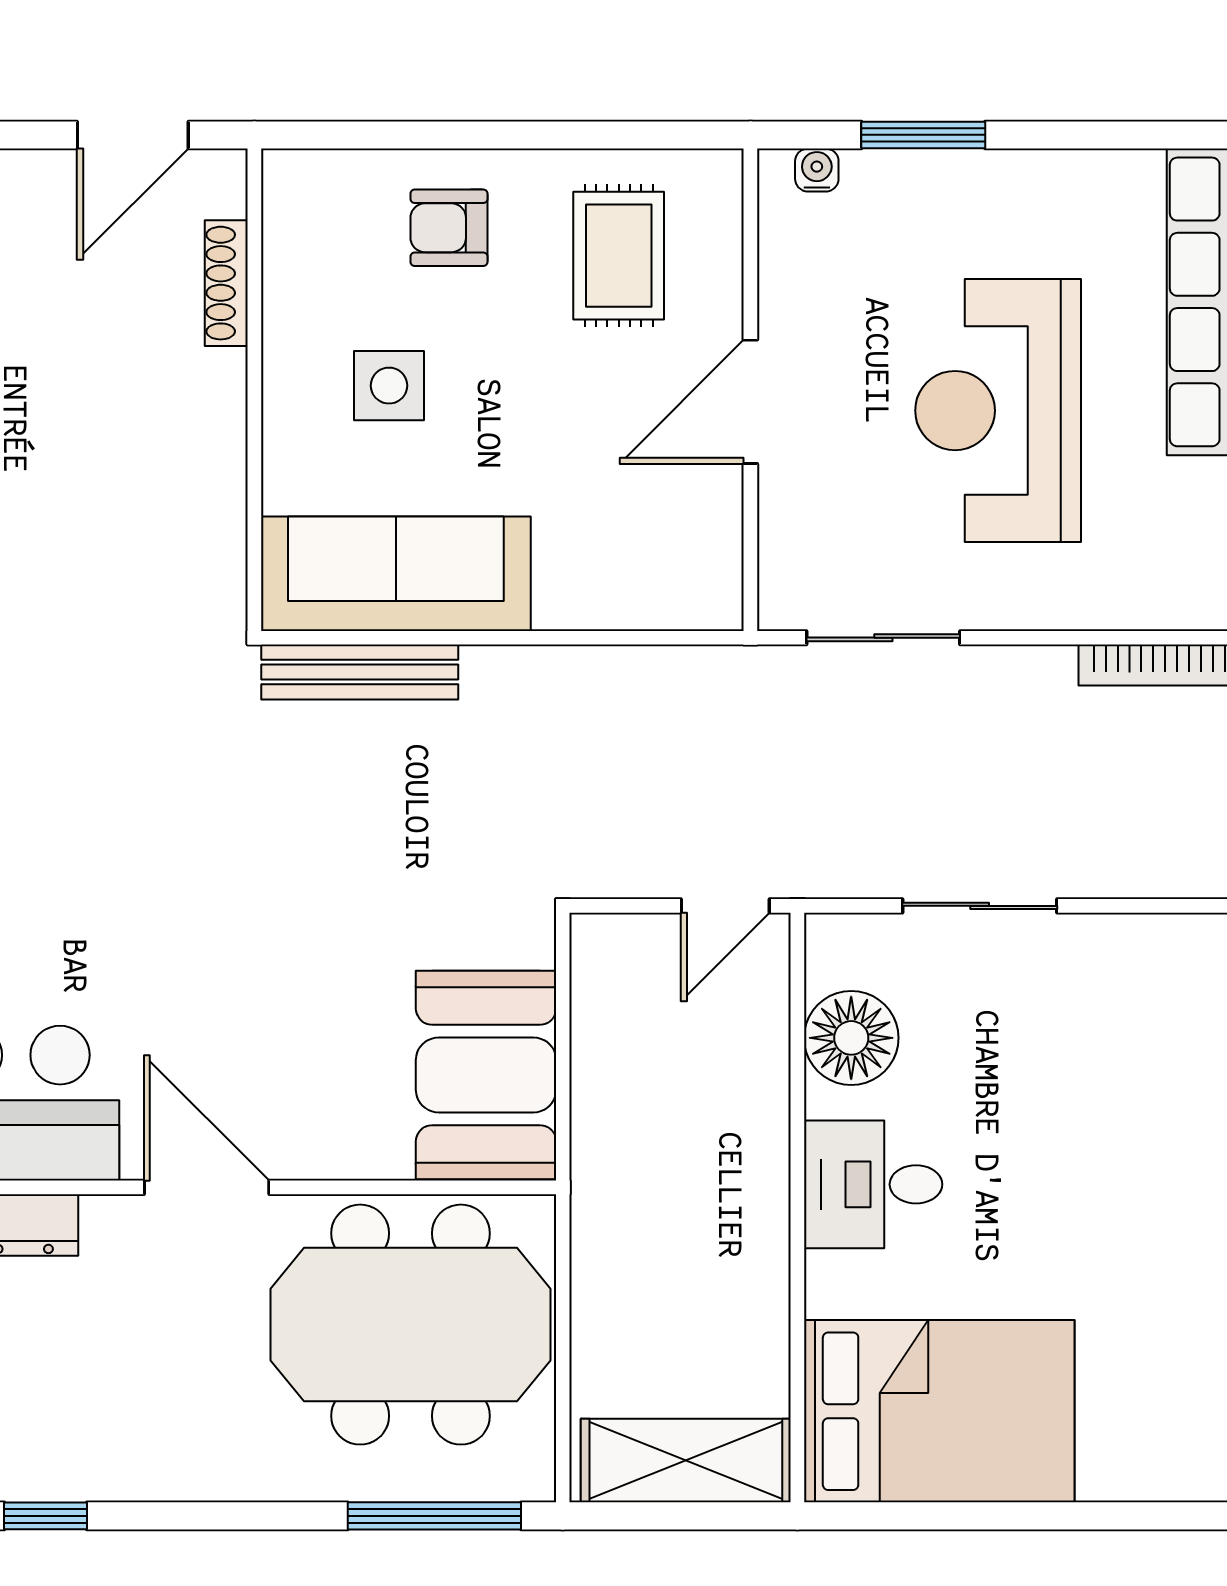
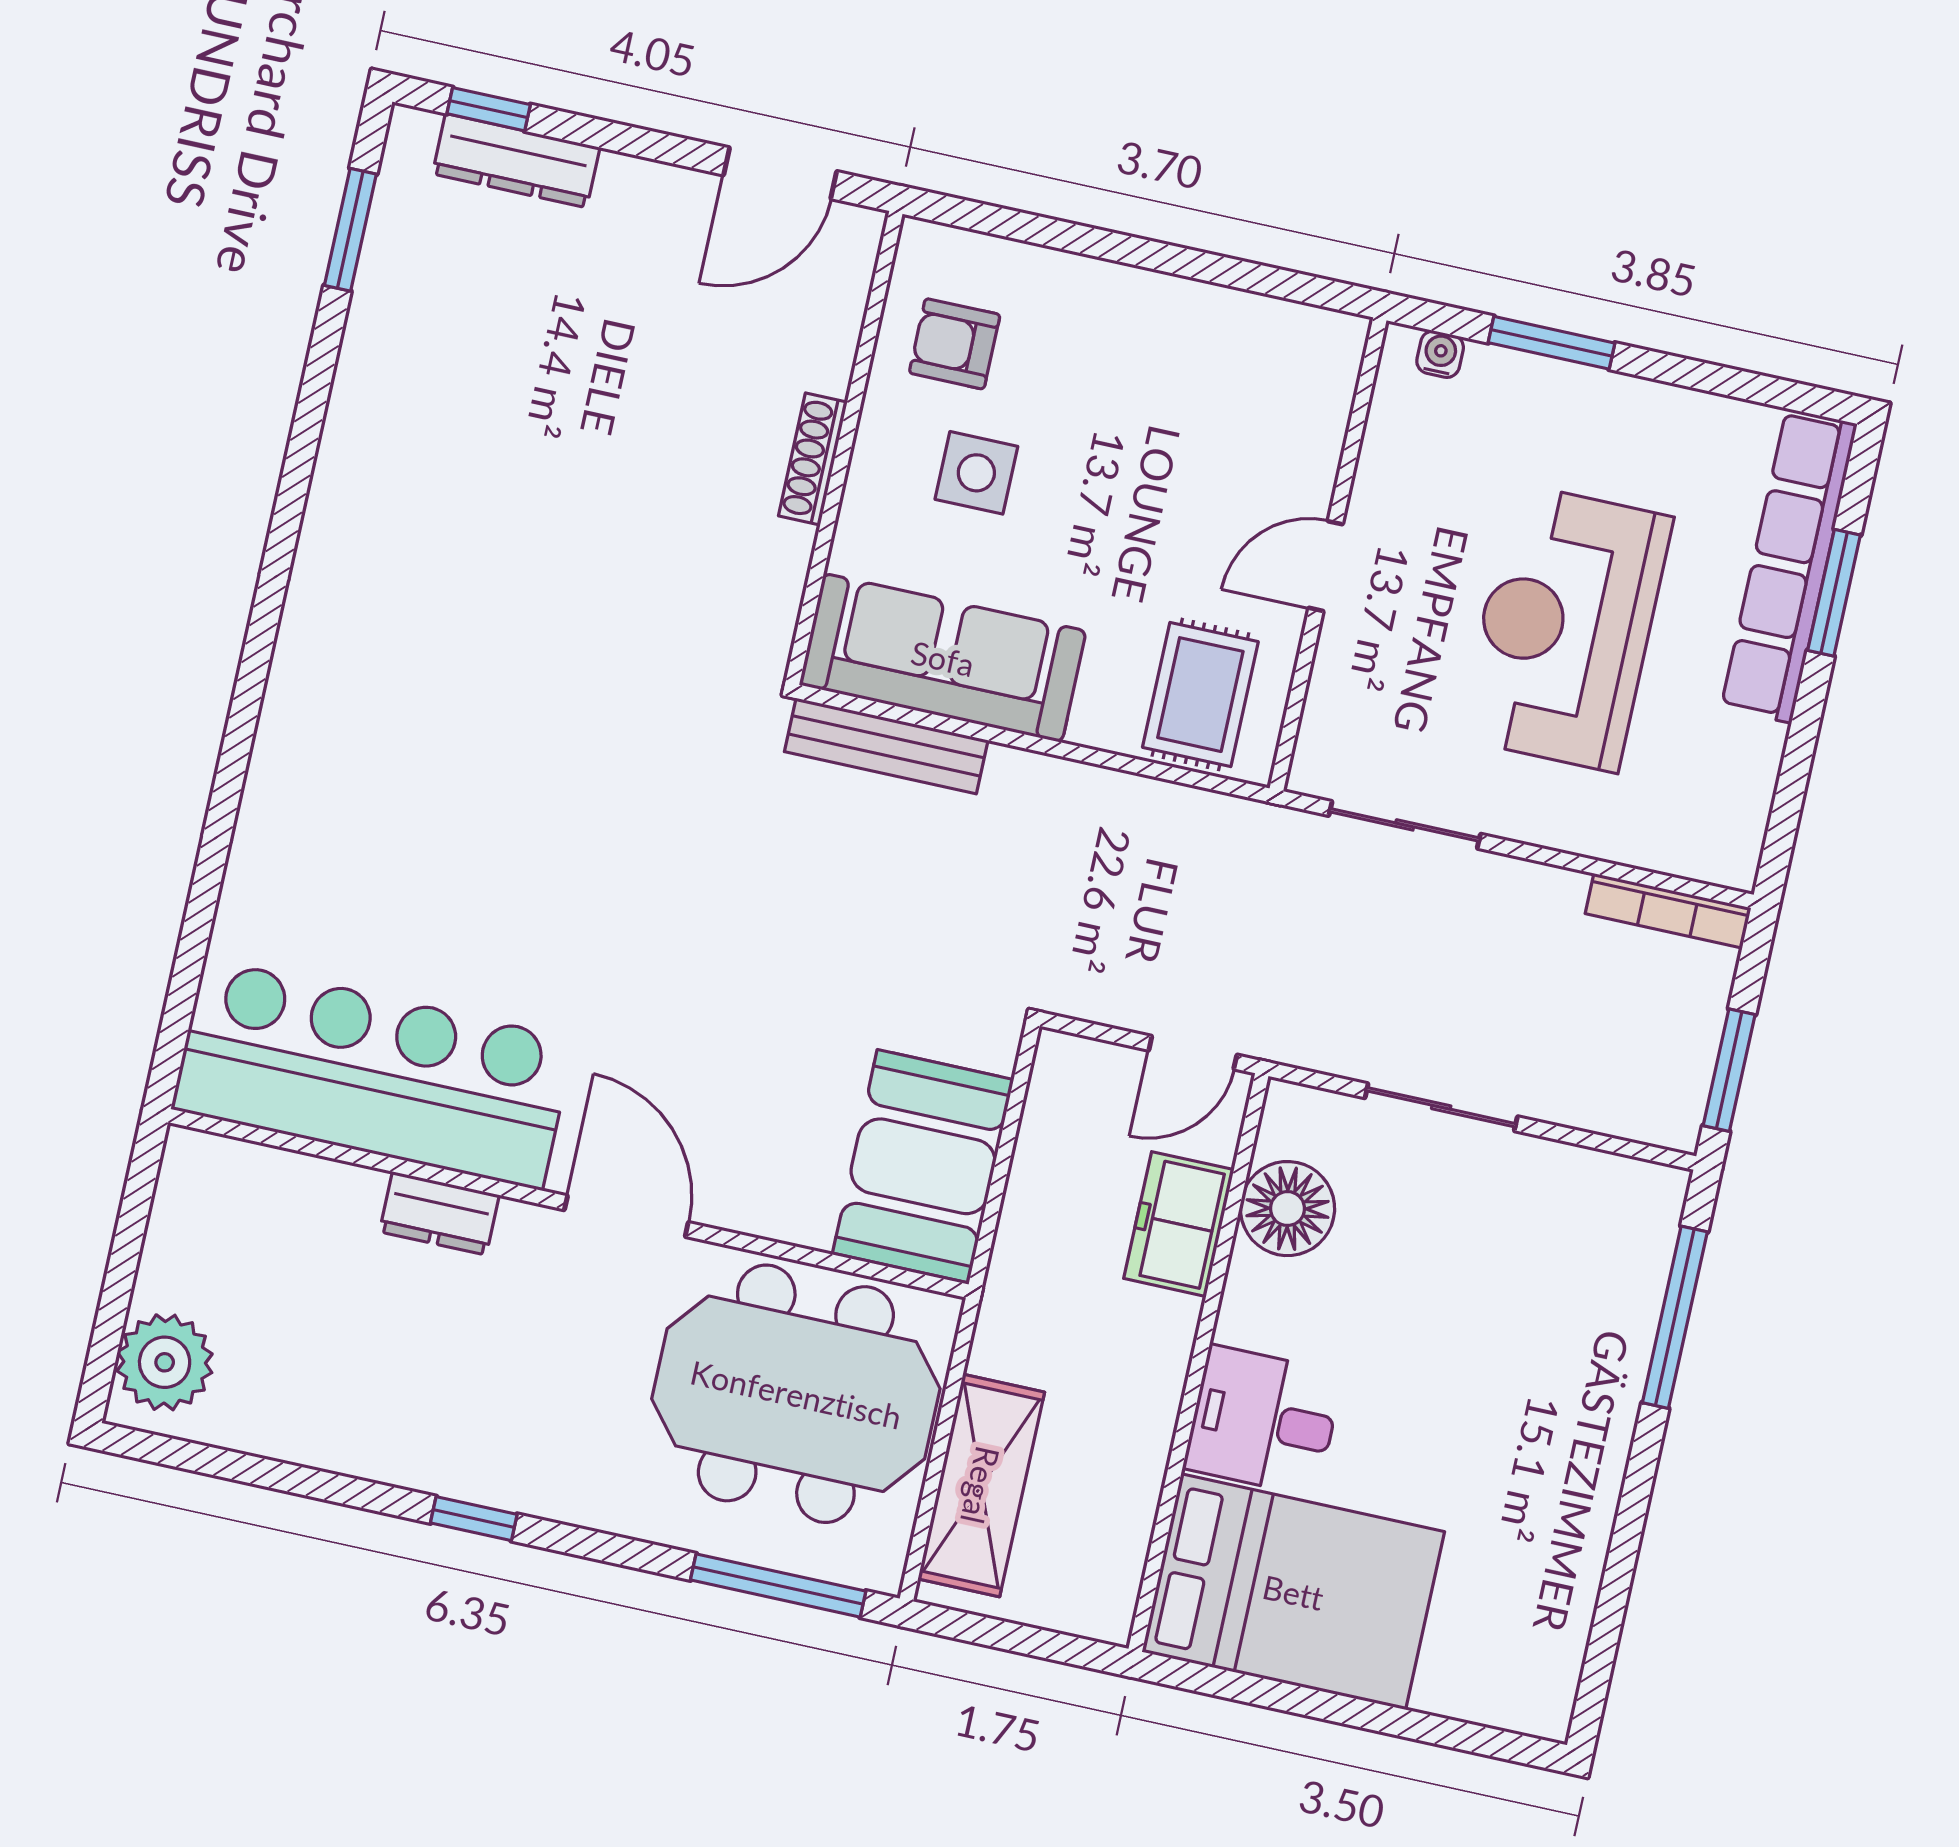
armchair: (449, 228) -> (955, 344), moved
rug: (619, 256) -> (1200, 695), moved
shoe rack: (226, 283) -> (813, 459), moved
door: (750, 402) -> (1326, 566), width x0.73
freezer: (748, 1076) -> (1179, 1224), added
desk: (873, 1184) -> (1263, 1421), moved
shelving: (686, 1461) -> (981, 1485), moved, turned 90
window: (45, 1516) -> (474, 1519), moved

